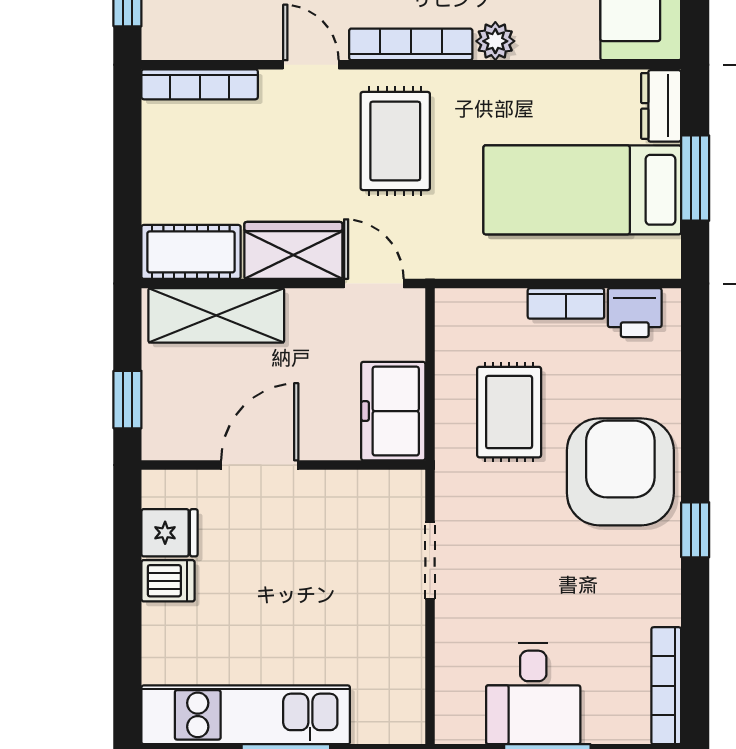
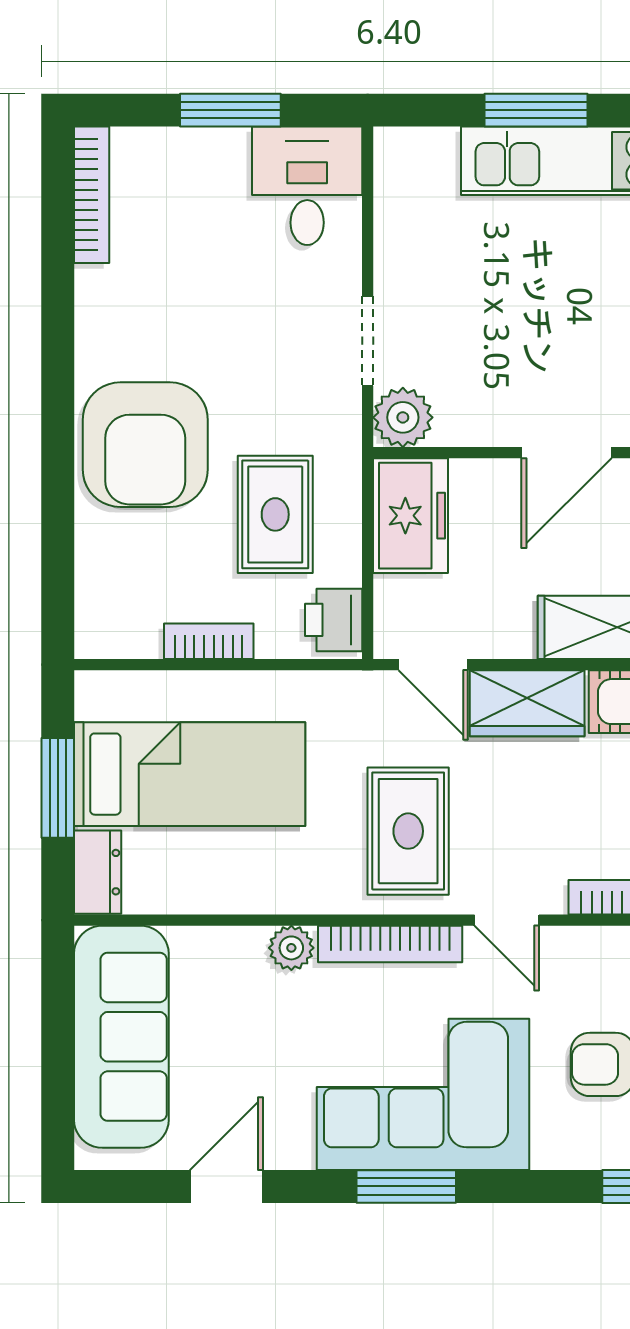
printer: (635, 313) -> (334, 620), moved, turned -90
plant: (400, 495) -> (403, 417), added
window: (695, 530) -> (58, 377), removed
desk: (533, 693) -> (307, 186), moved

